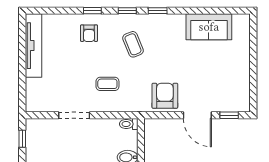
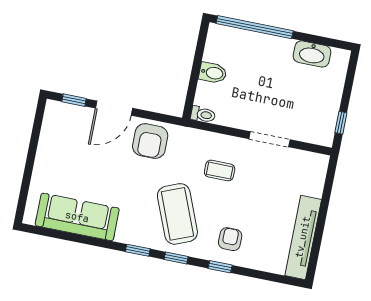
sofa: (209, 27) -> (77, 217), width x1.36
coffee table: (133, 44) -> (177, 214), width x1.86, depth x1.72
door: (197, 115) -> (114, 108), swing flipped

